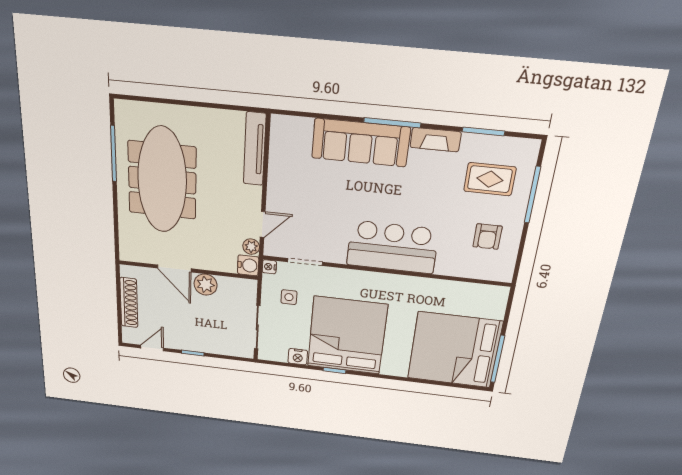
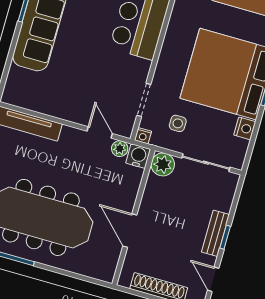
door: (174, 268) -> (130, 231), swing flipped
plant: (206, 285) -> (163, 164), moved
bench: (194, 344) -> (215, 233), added

